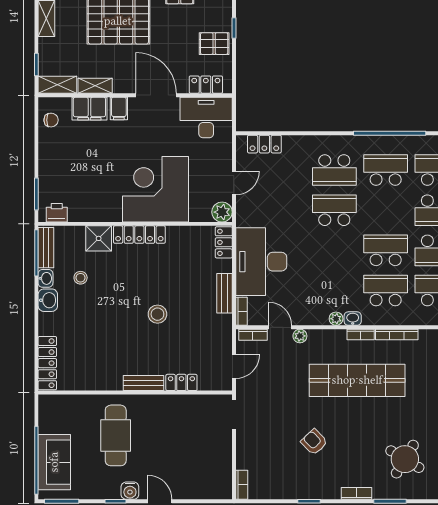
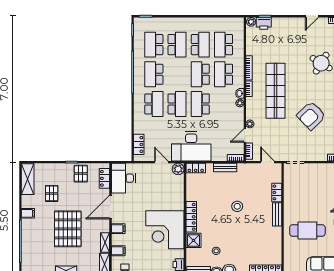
filing cabinet: (89, 109) -> (118, 251), width x0.50
corner desk: (155, 189) -> (165, 230), moved
school desk: (334, 210) -> (177, 104), turned 180
school desk: (334, 250) -> (200, 104), added
desk: (261, 262) -> (191, 146), moved
armchair: (314, 442) -> (311, 116), width x1.88, depth x1.88

